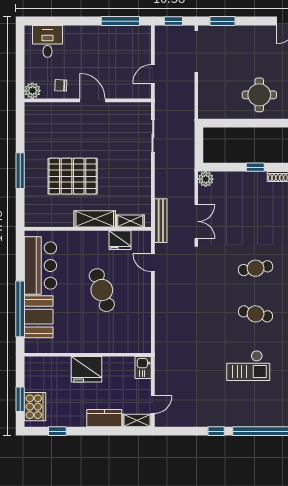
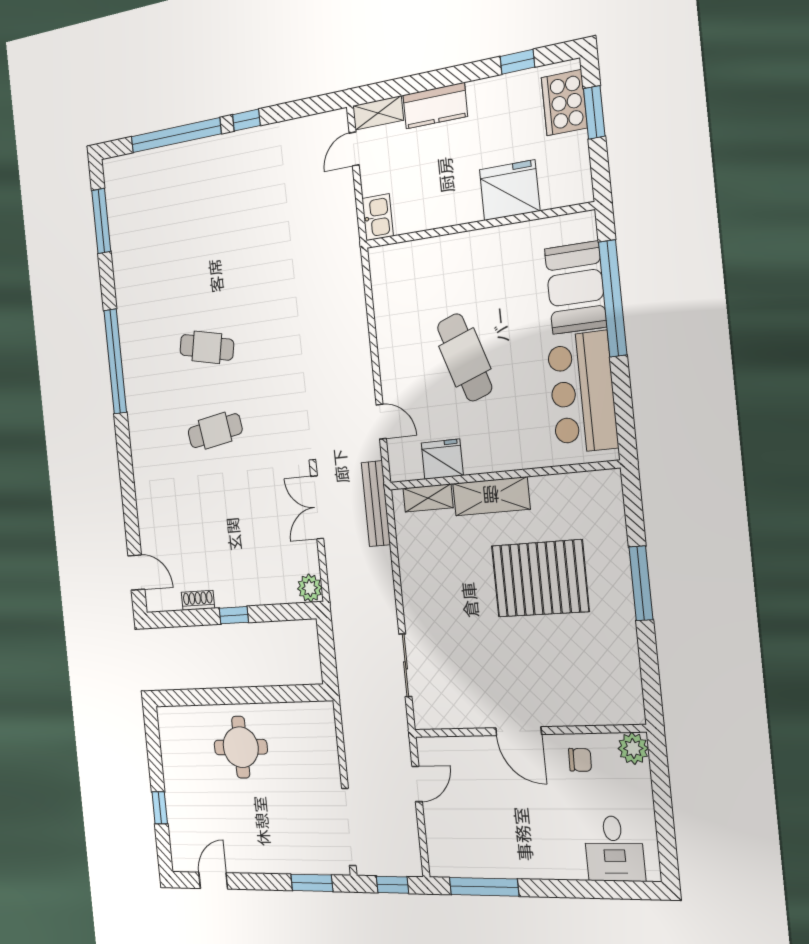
checkout: (248, 365) -> (209, 251), removed
fridge: (86, 369) -> (510, 190), moved

